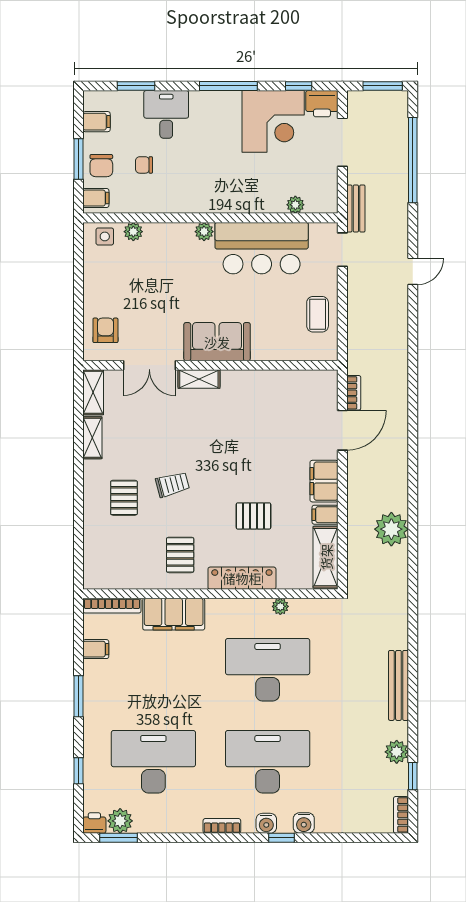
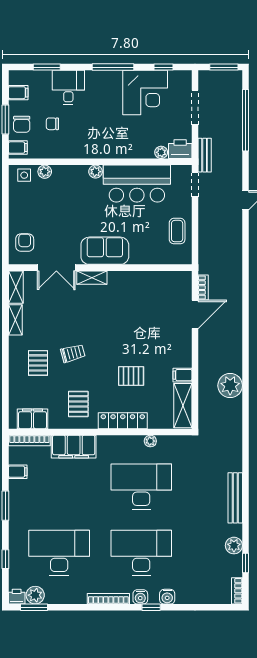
printer: (322, 104) -> (180, 149), moved, turned 180
filing cabinet: (324, 481) -> (32, 419), moved, turned 90
bookcase: (222, 826) -> (108, 599), width x1.56

